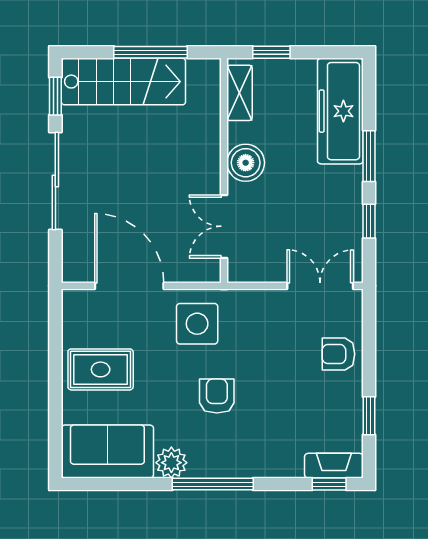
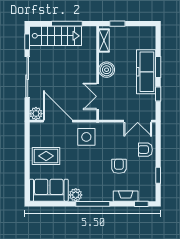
freezer: (340, 111) -> (146, 72), moved
plant: (77, 268) -> (36, 114), added
double door: (320, 286) -> (138, 121), swing flipped
armchair: (217, 396) -> (119, 166), moved
fireplace: (334, 466) -> (126, 196), moved

